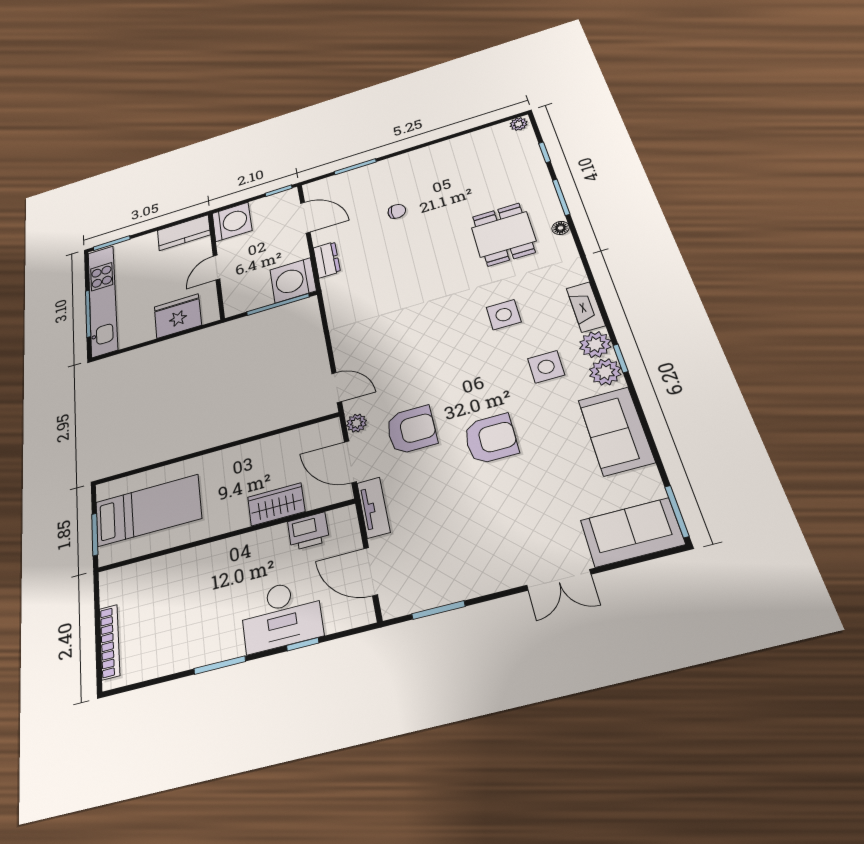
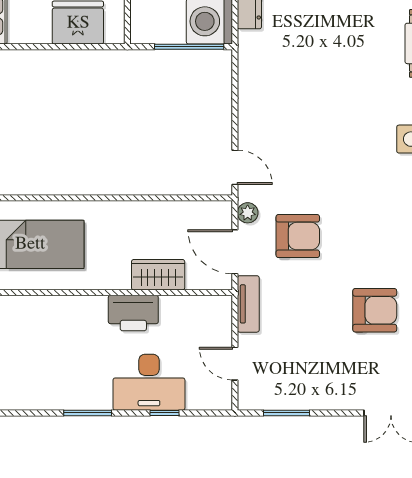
armchair: (491, 439) -> (375, 310), moved
printer: (308, 531) -> (133, 313), moved, width x1.37, depth x1.19
door: (371, 572) -> (235, 364), width x0.73

